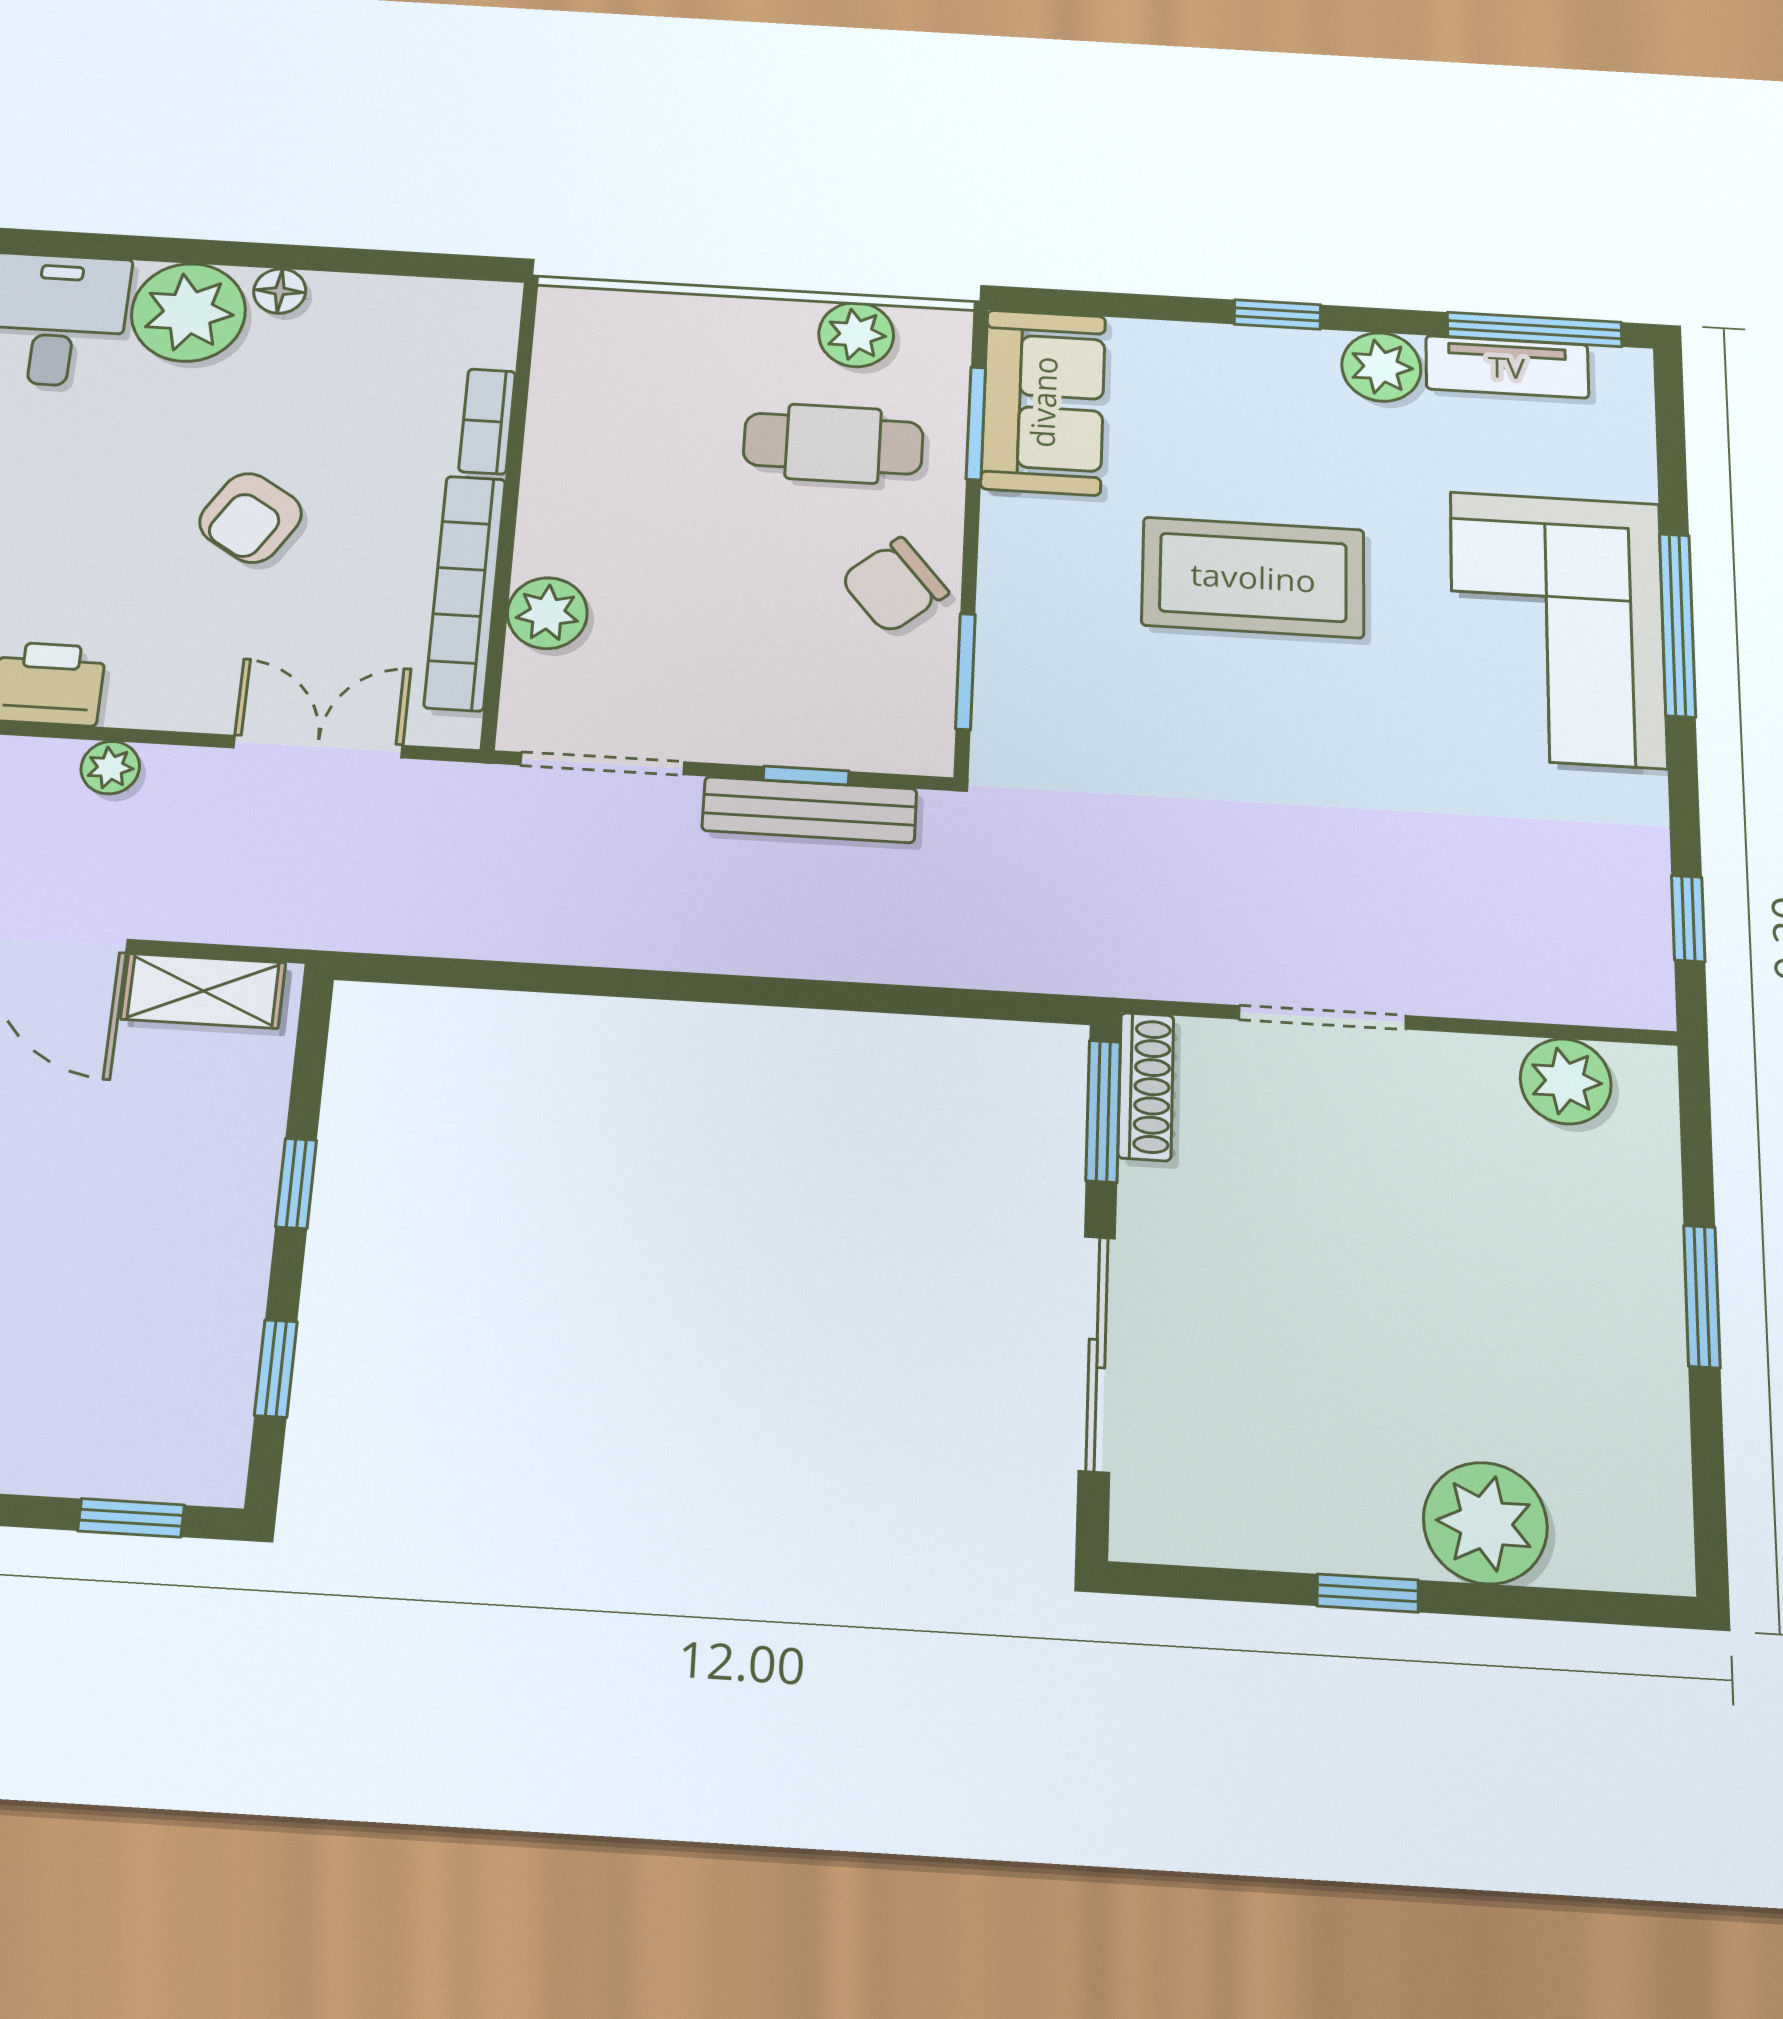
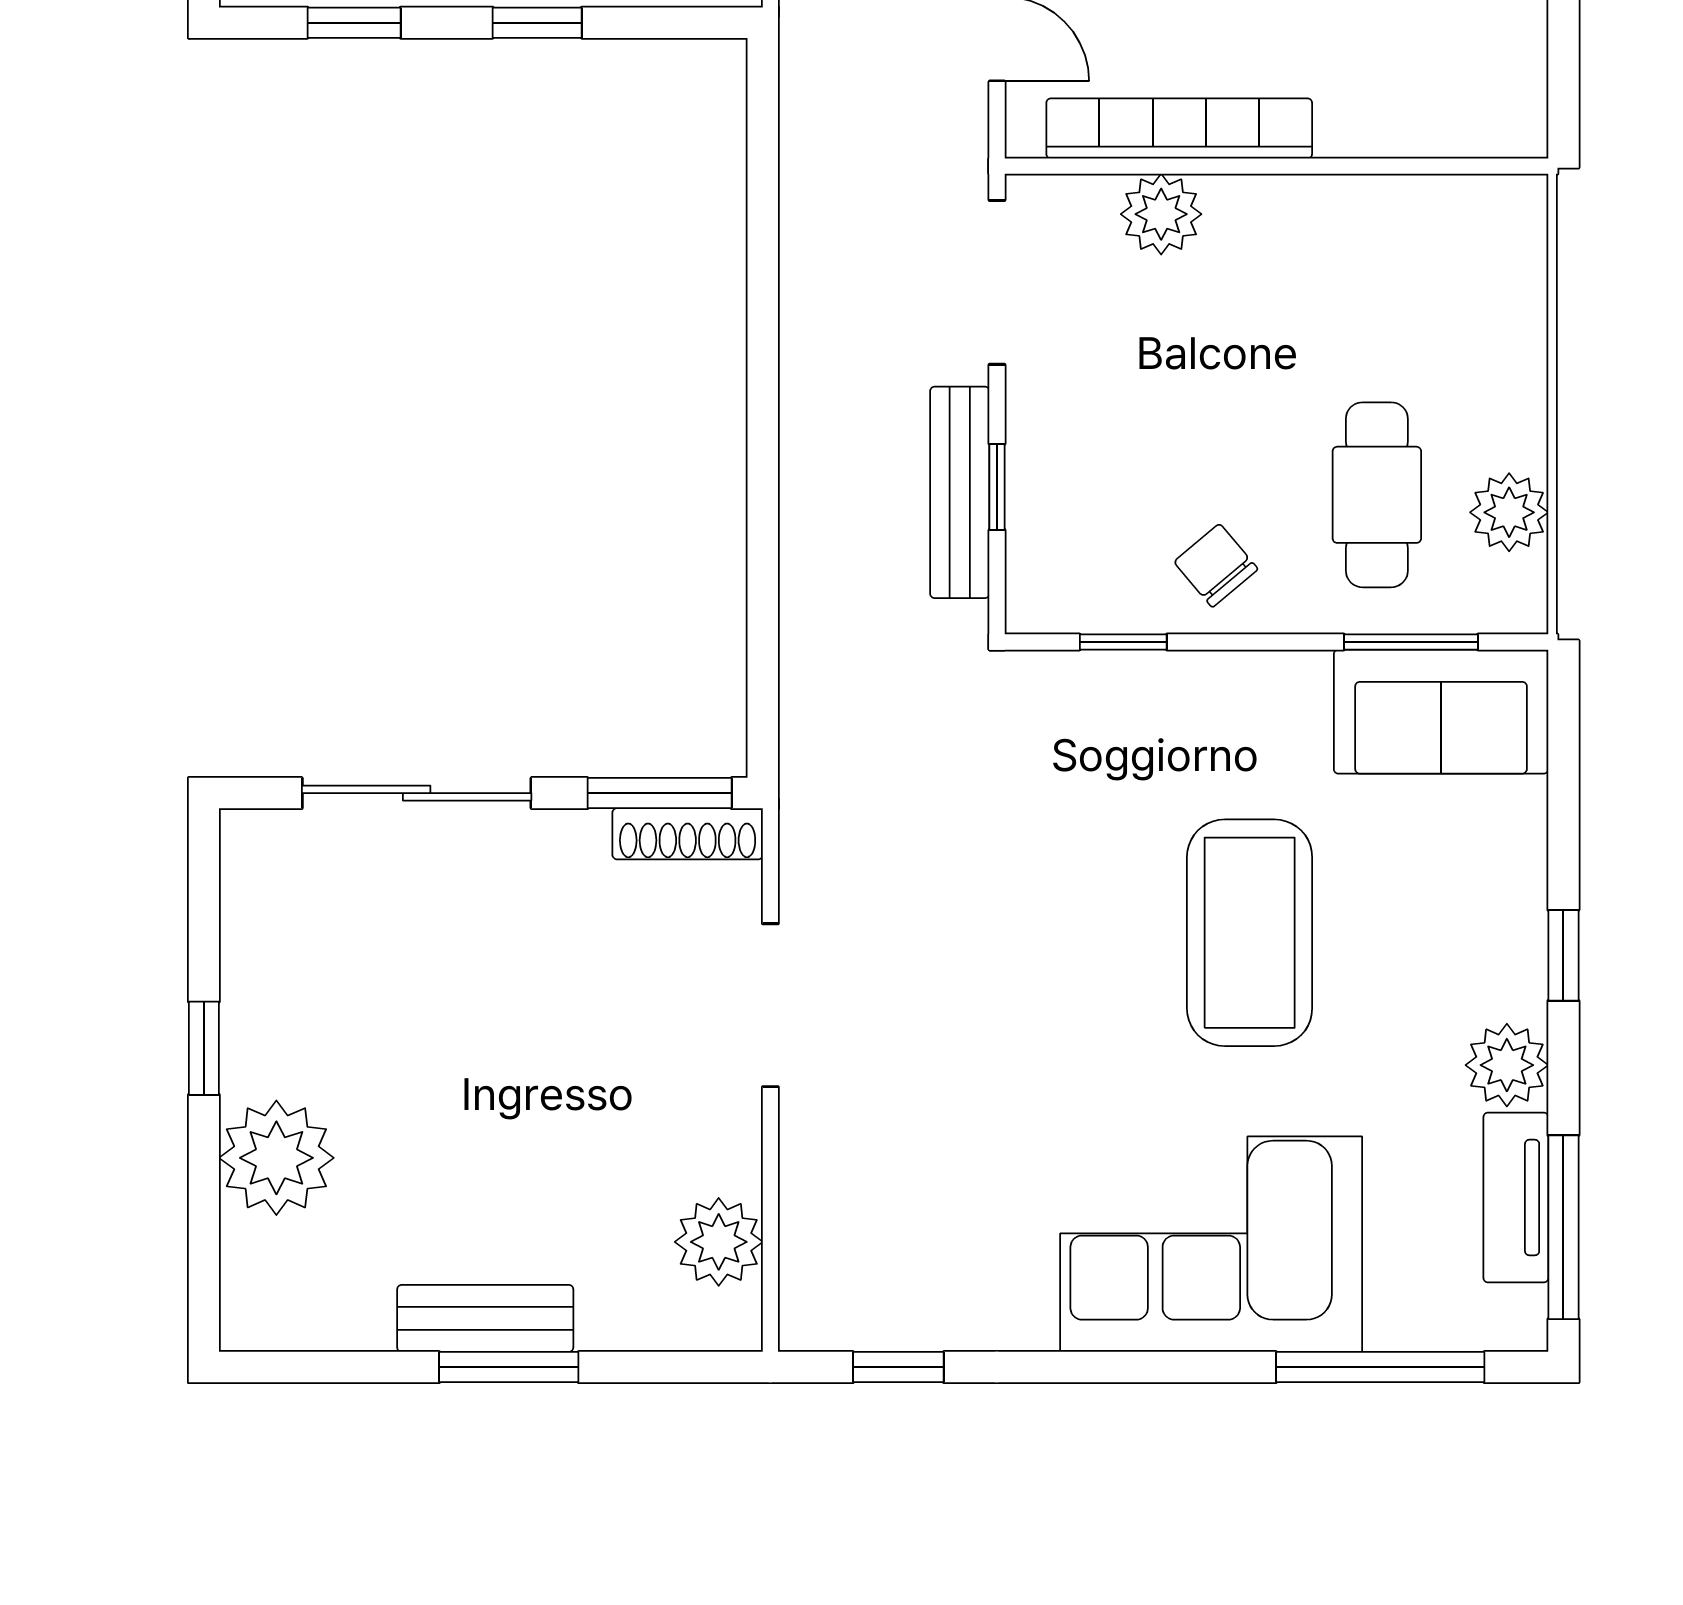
bookcase: (487, 421) -> (1379, 134), removed
chair: (894, 585) -> (1216, 565), width x0.73, depth x0.73
window: (1677, 625) -> (1380, 1367), moved
window: (965, 671) -> (1123, 642), width x0.67
bench: (1651, 1317) -> (485, 1318), added

